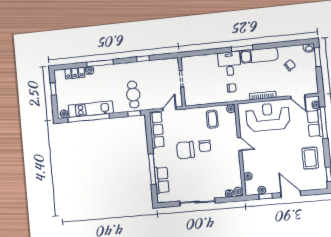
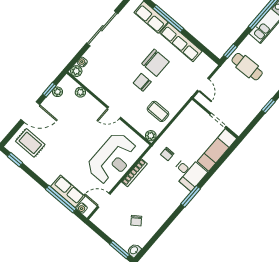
exam couch: (259, 55) -> (217, 150), moved
row of seats: (157, 130) -> (181, 42), moved
chair: (185, 150) -> (155, 63), turned 90
rug: (310, 158) -> (30, 143), moved

